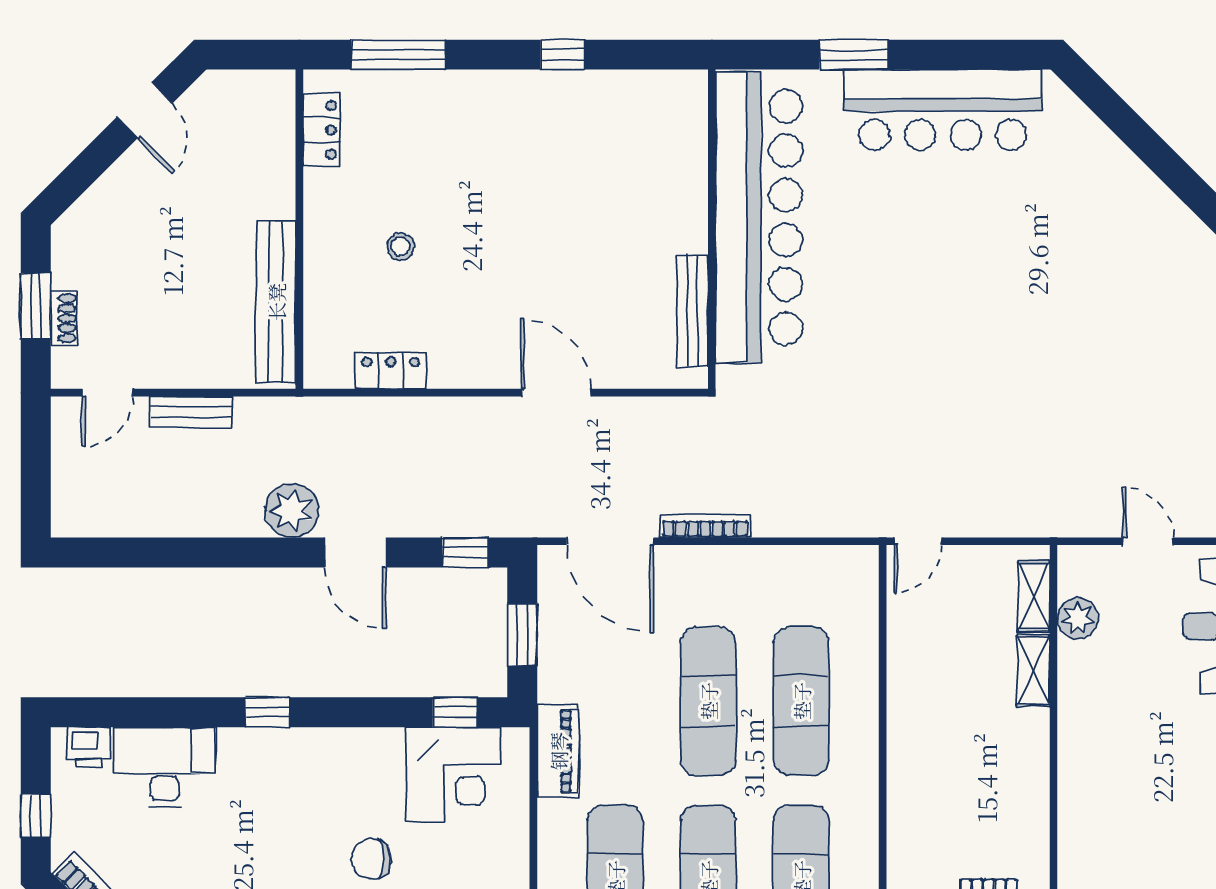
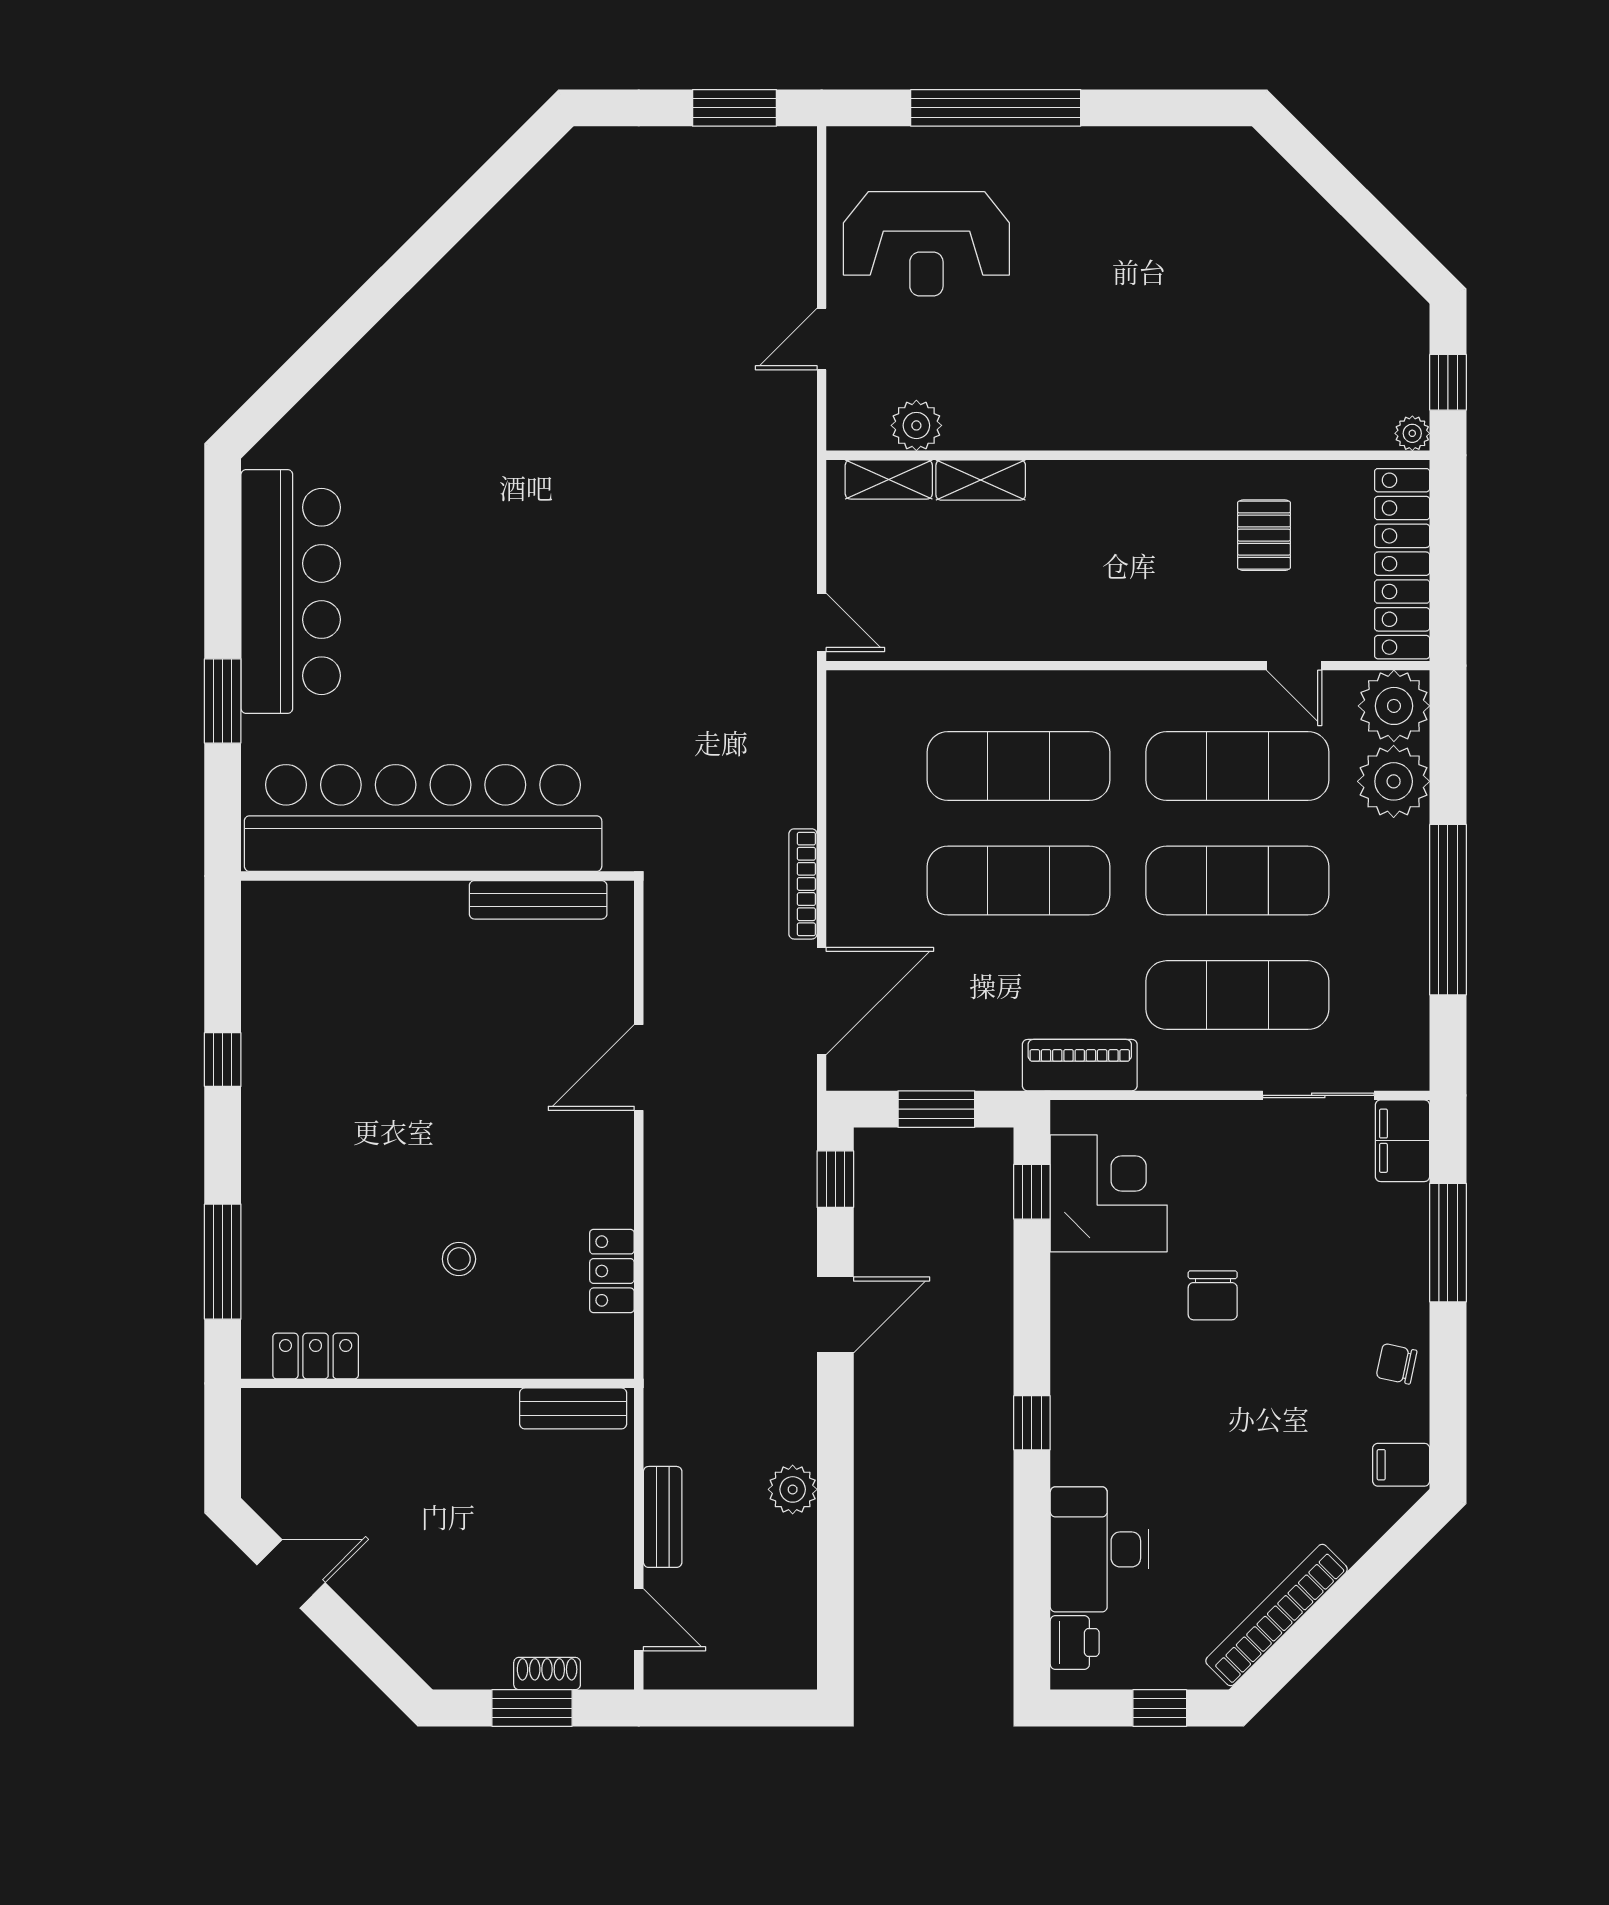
bench: (276, 302) -> (573, 1408), width x0.54, depth x0.82
plant: (292, 510) -> (793, 1489), moved, width x0.73, depth x0.73

